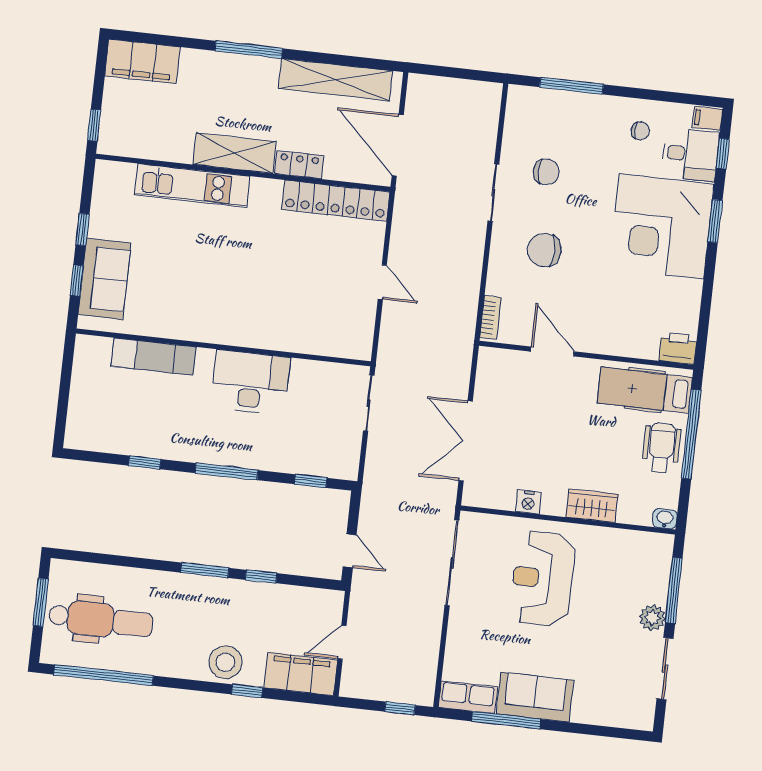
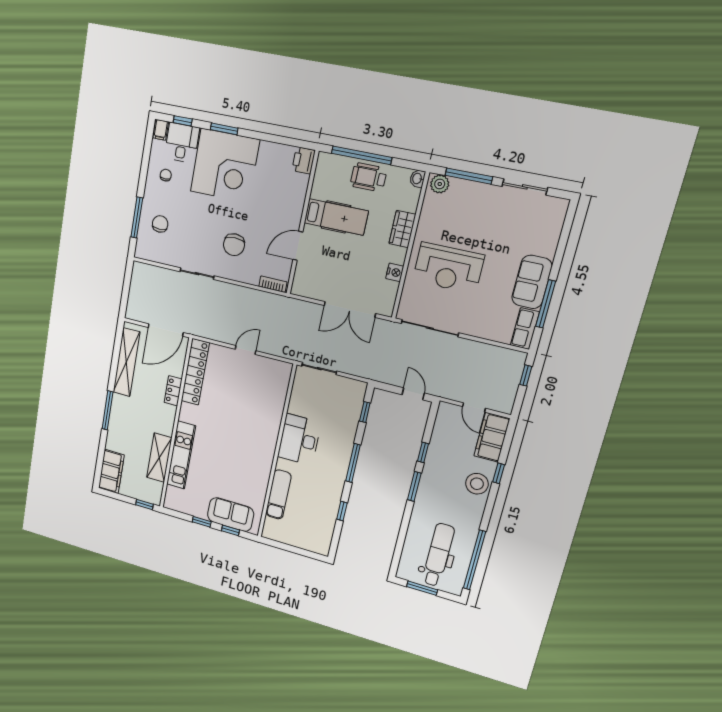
shelving: (234, 153) -> (159, 458), moved
chair: (546, 172) -> (160, 224), moved
hospital bed: (645, 390) -> (336, 217), moved, turned -90
door: (350, 551) -> (413, 394), hinge flipped
plant: (652, 618) -> (440, 184), moved

